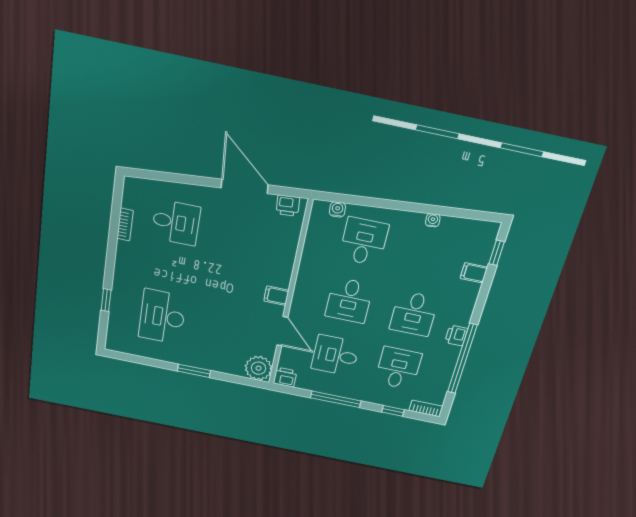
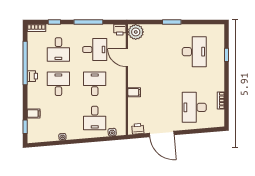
desk: (176, 222) -> (194, 107), width x1.37
filing cabinet: (276, 296) -> (134, 92), moved

